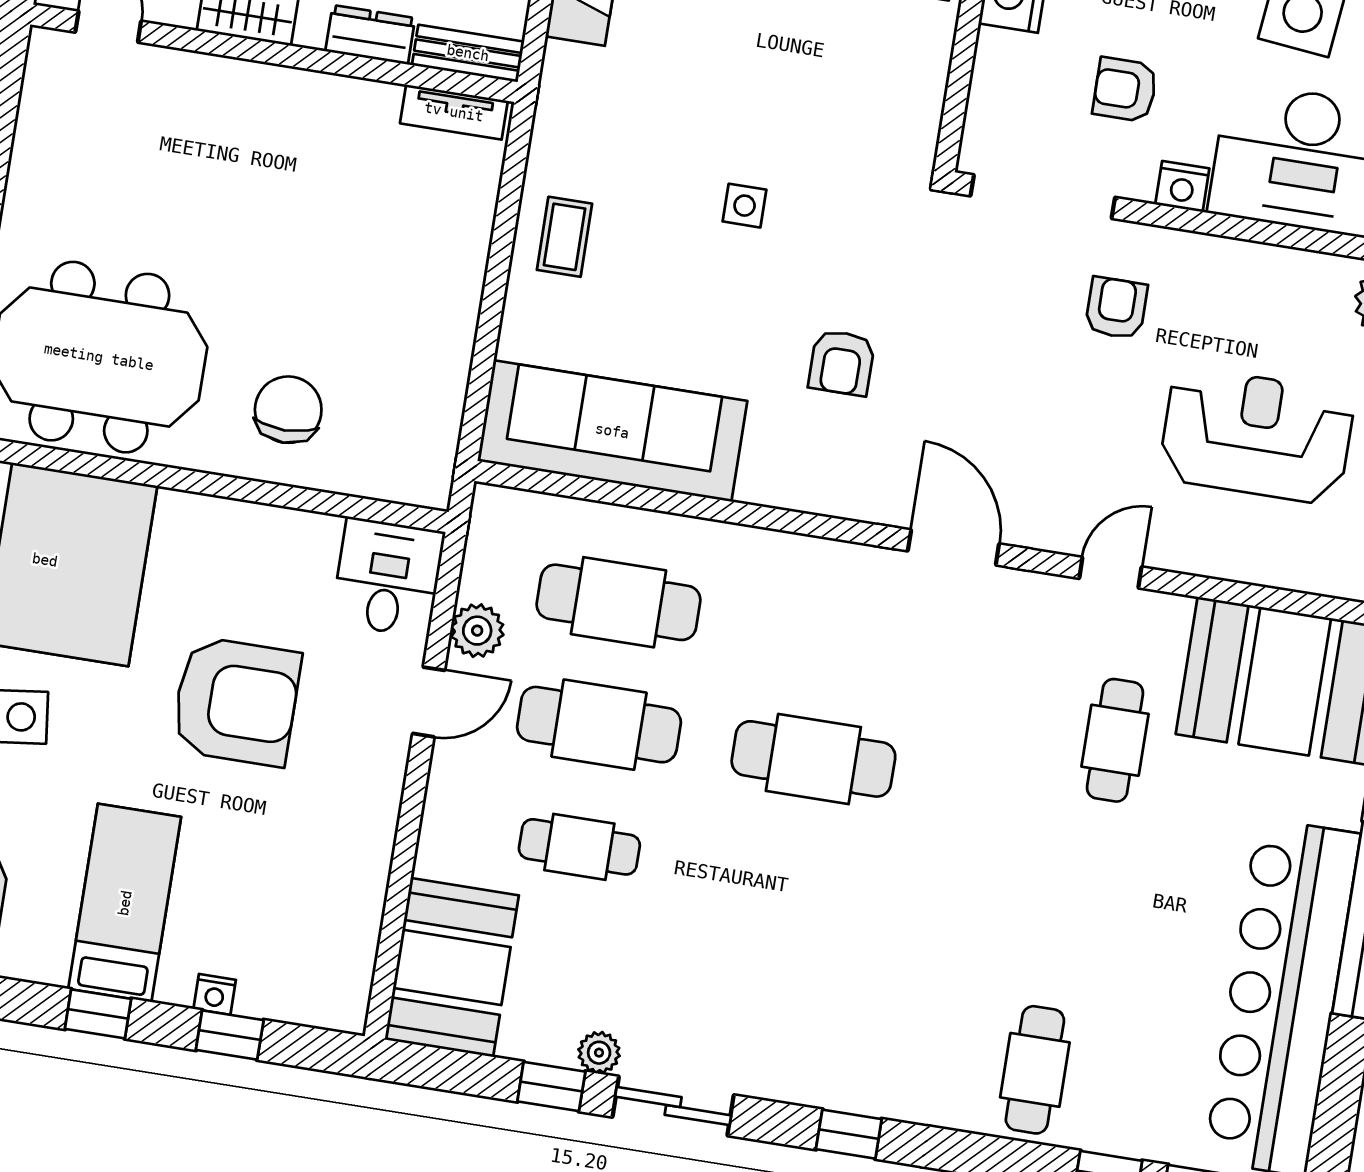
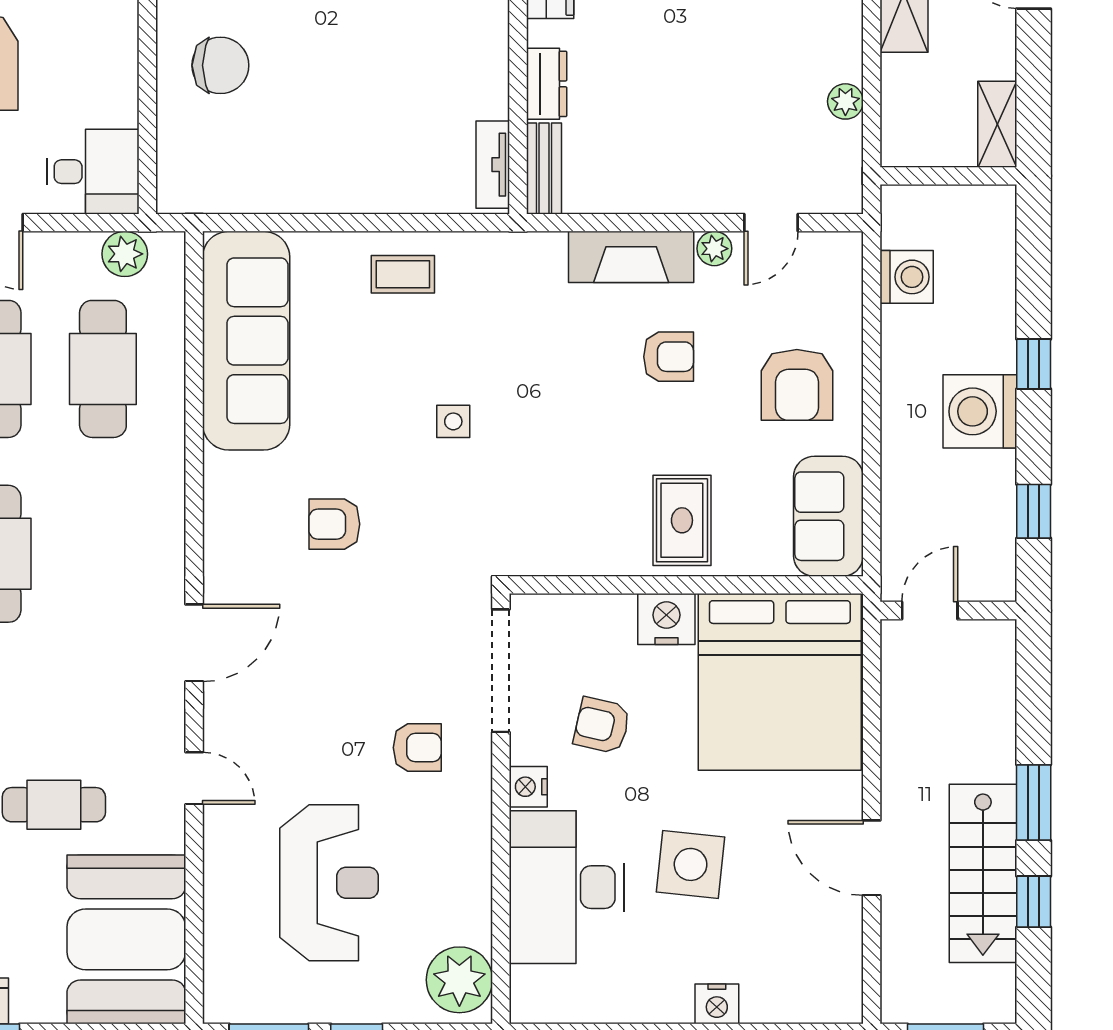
armchair: (1125, 90) -> (602, 725), turned -77
plant: (477, 631) -> (125, 254), moved

